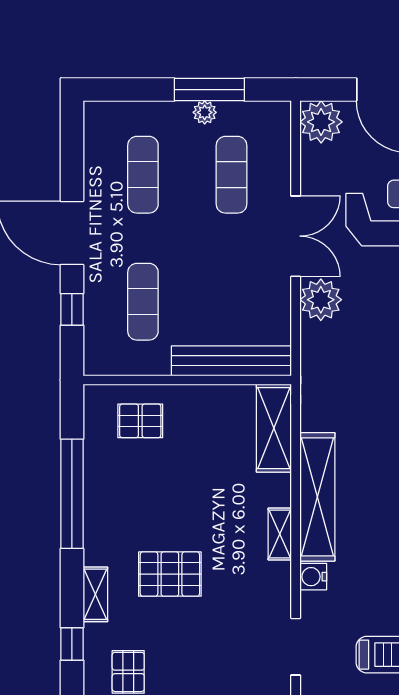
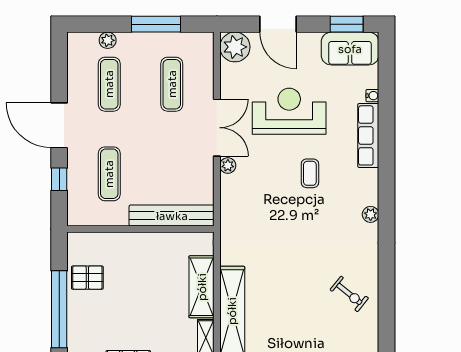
plant: (205, 112) -> (108, 40), moved
plant: (321, 300) -> (228, 166), width x0.53, depth x0.53
pallet: (140, 421) -> (87, 278), moved
shelving: (274, 428) -> (202, 287), moved

